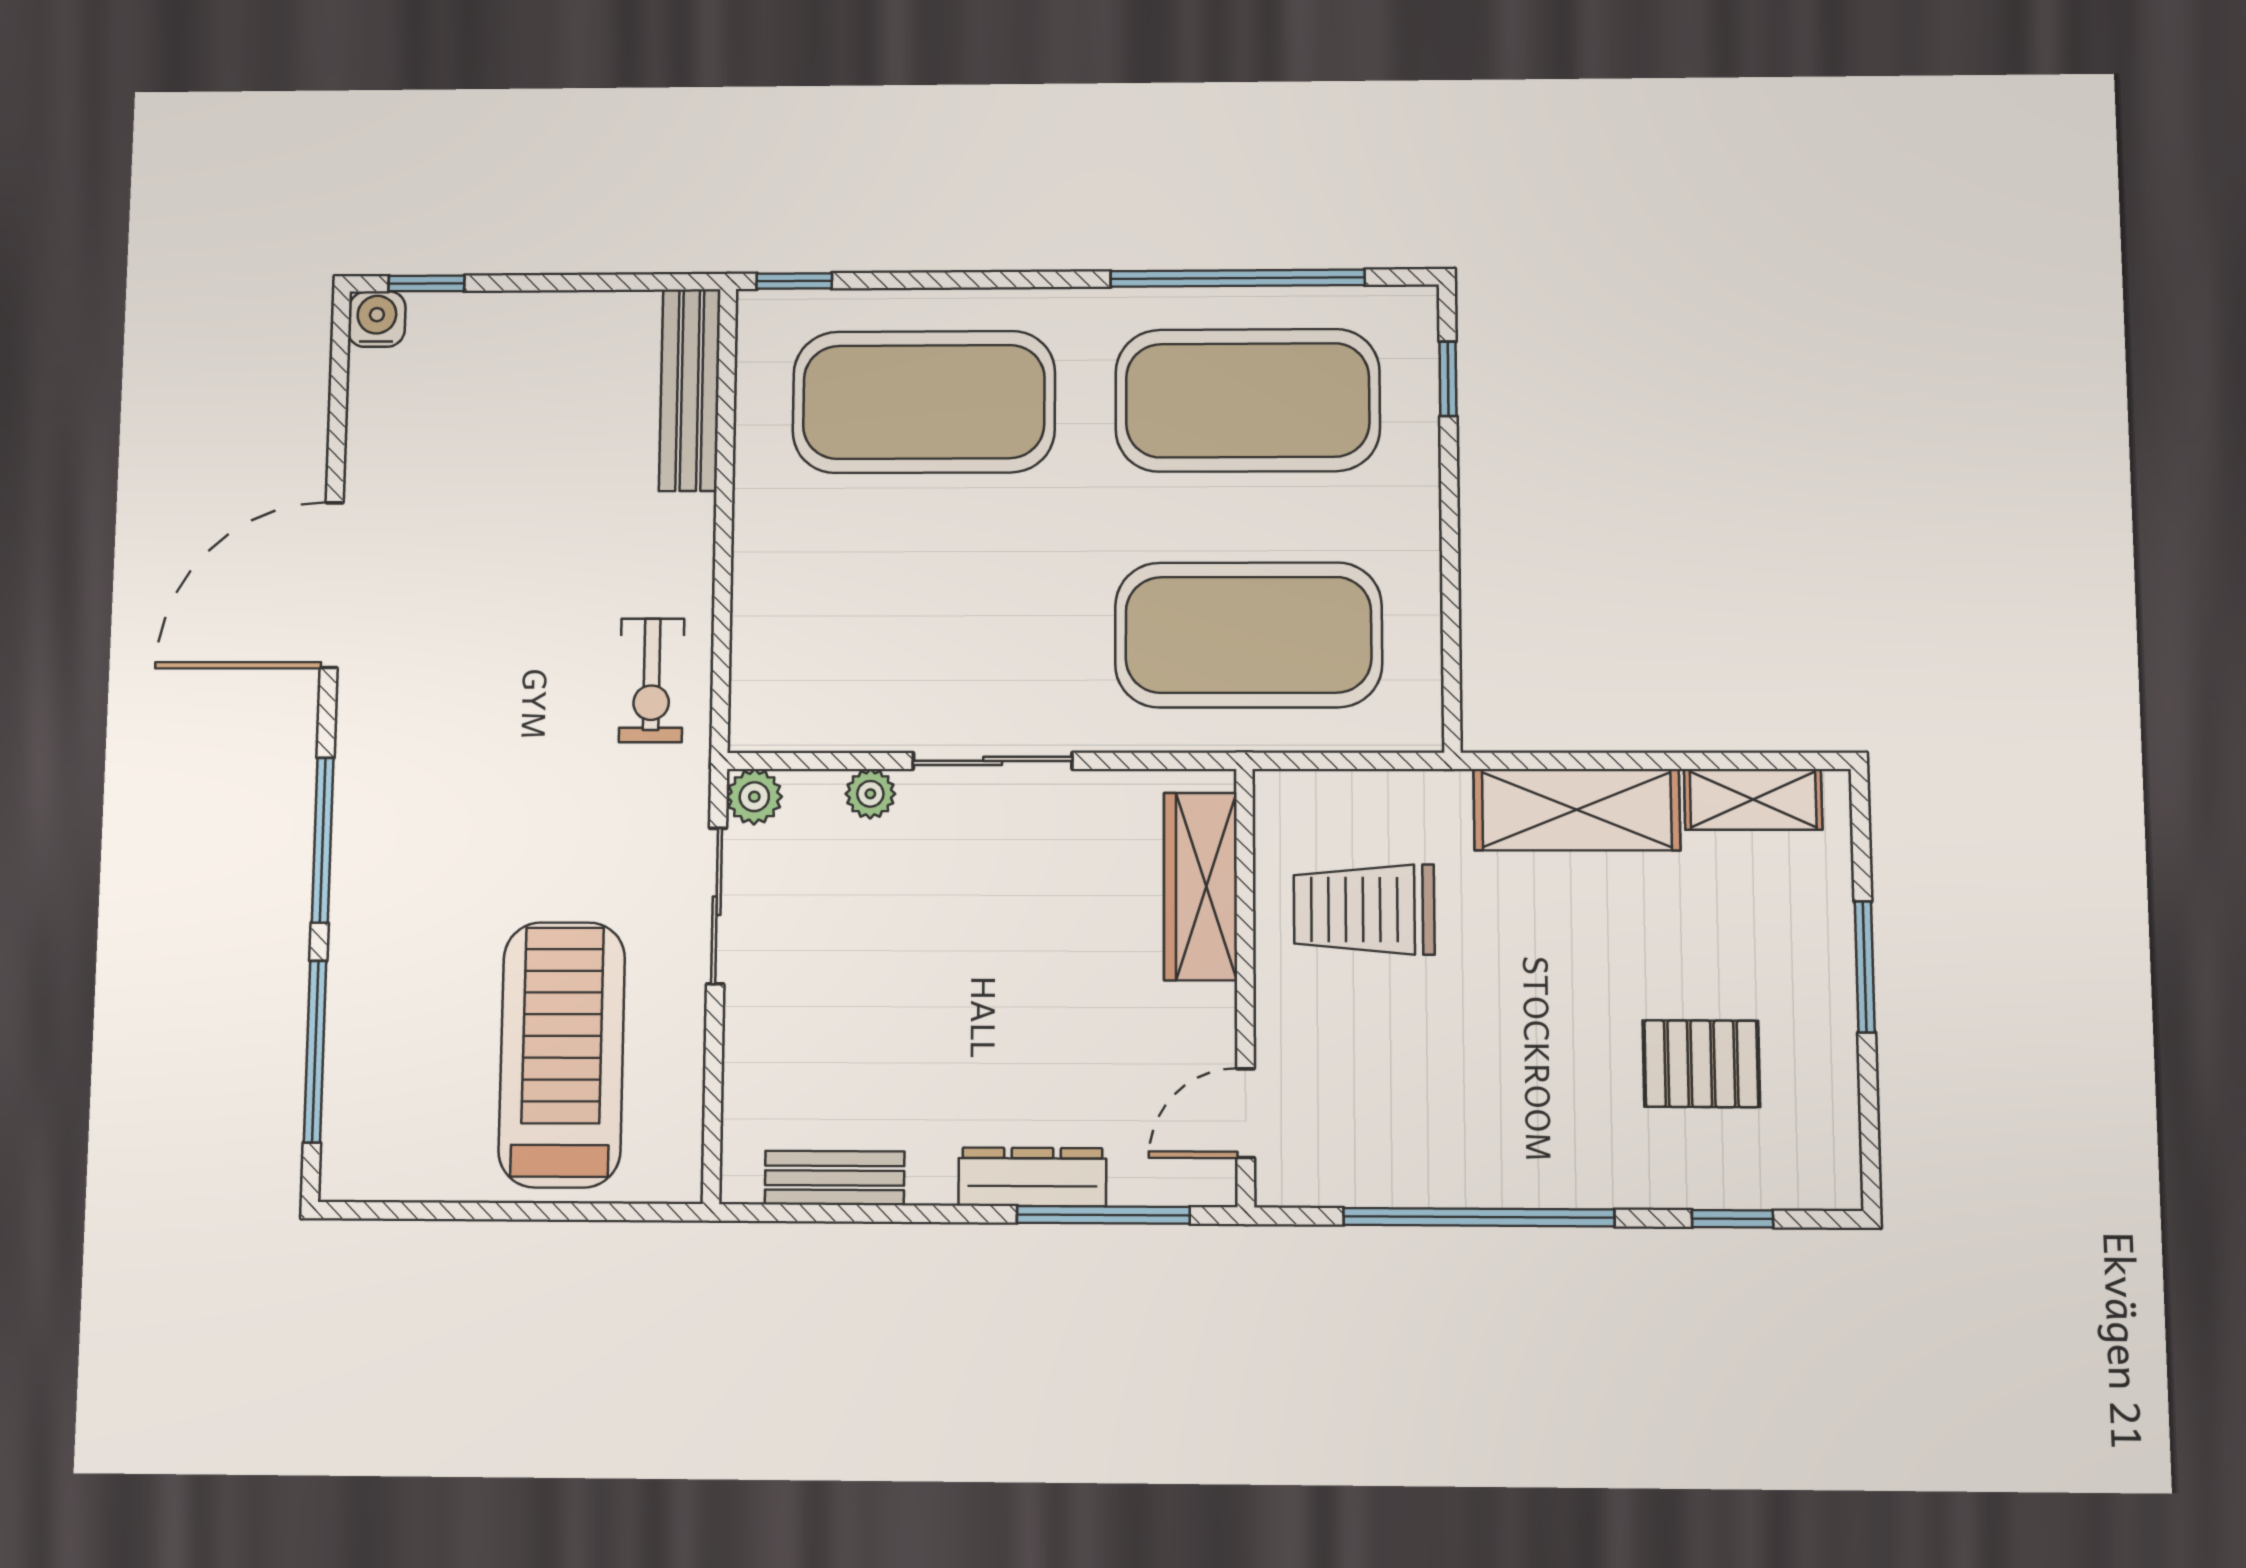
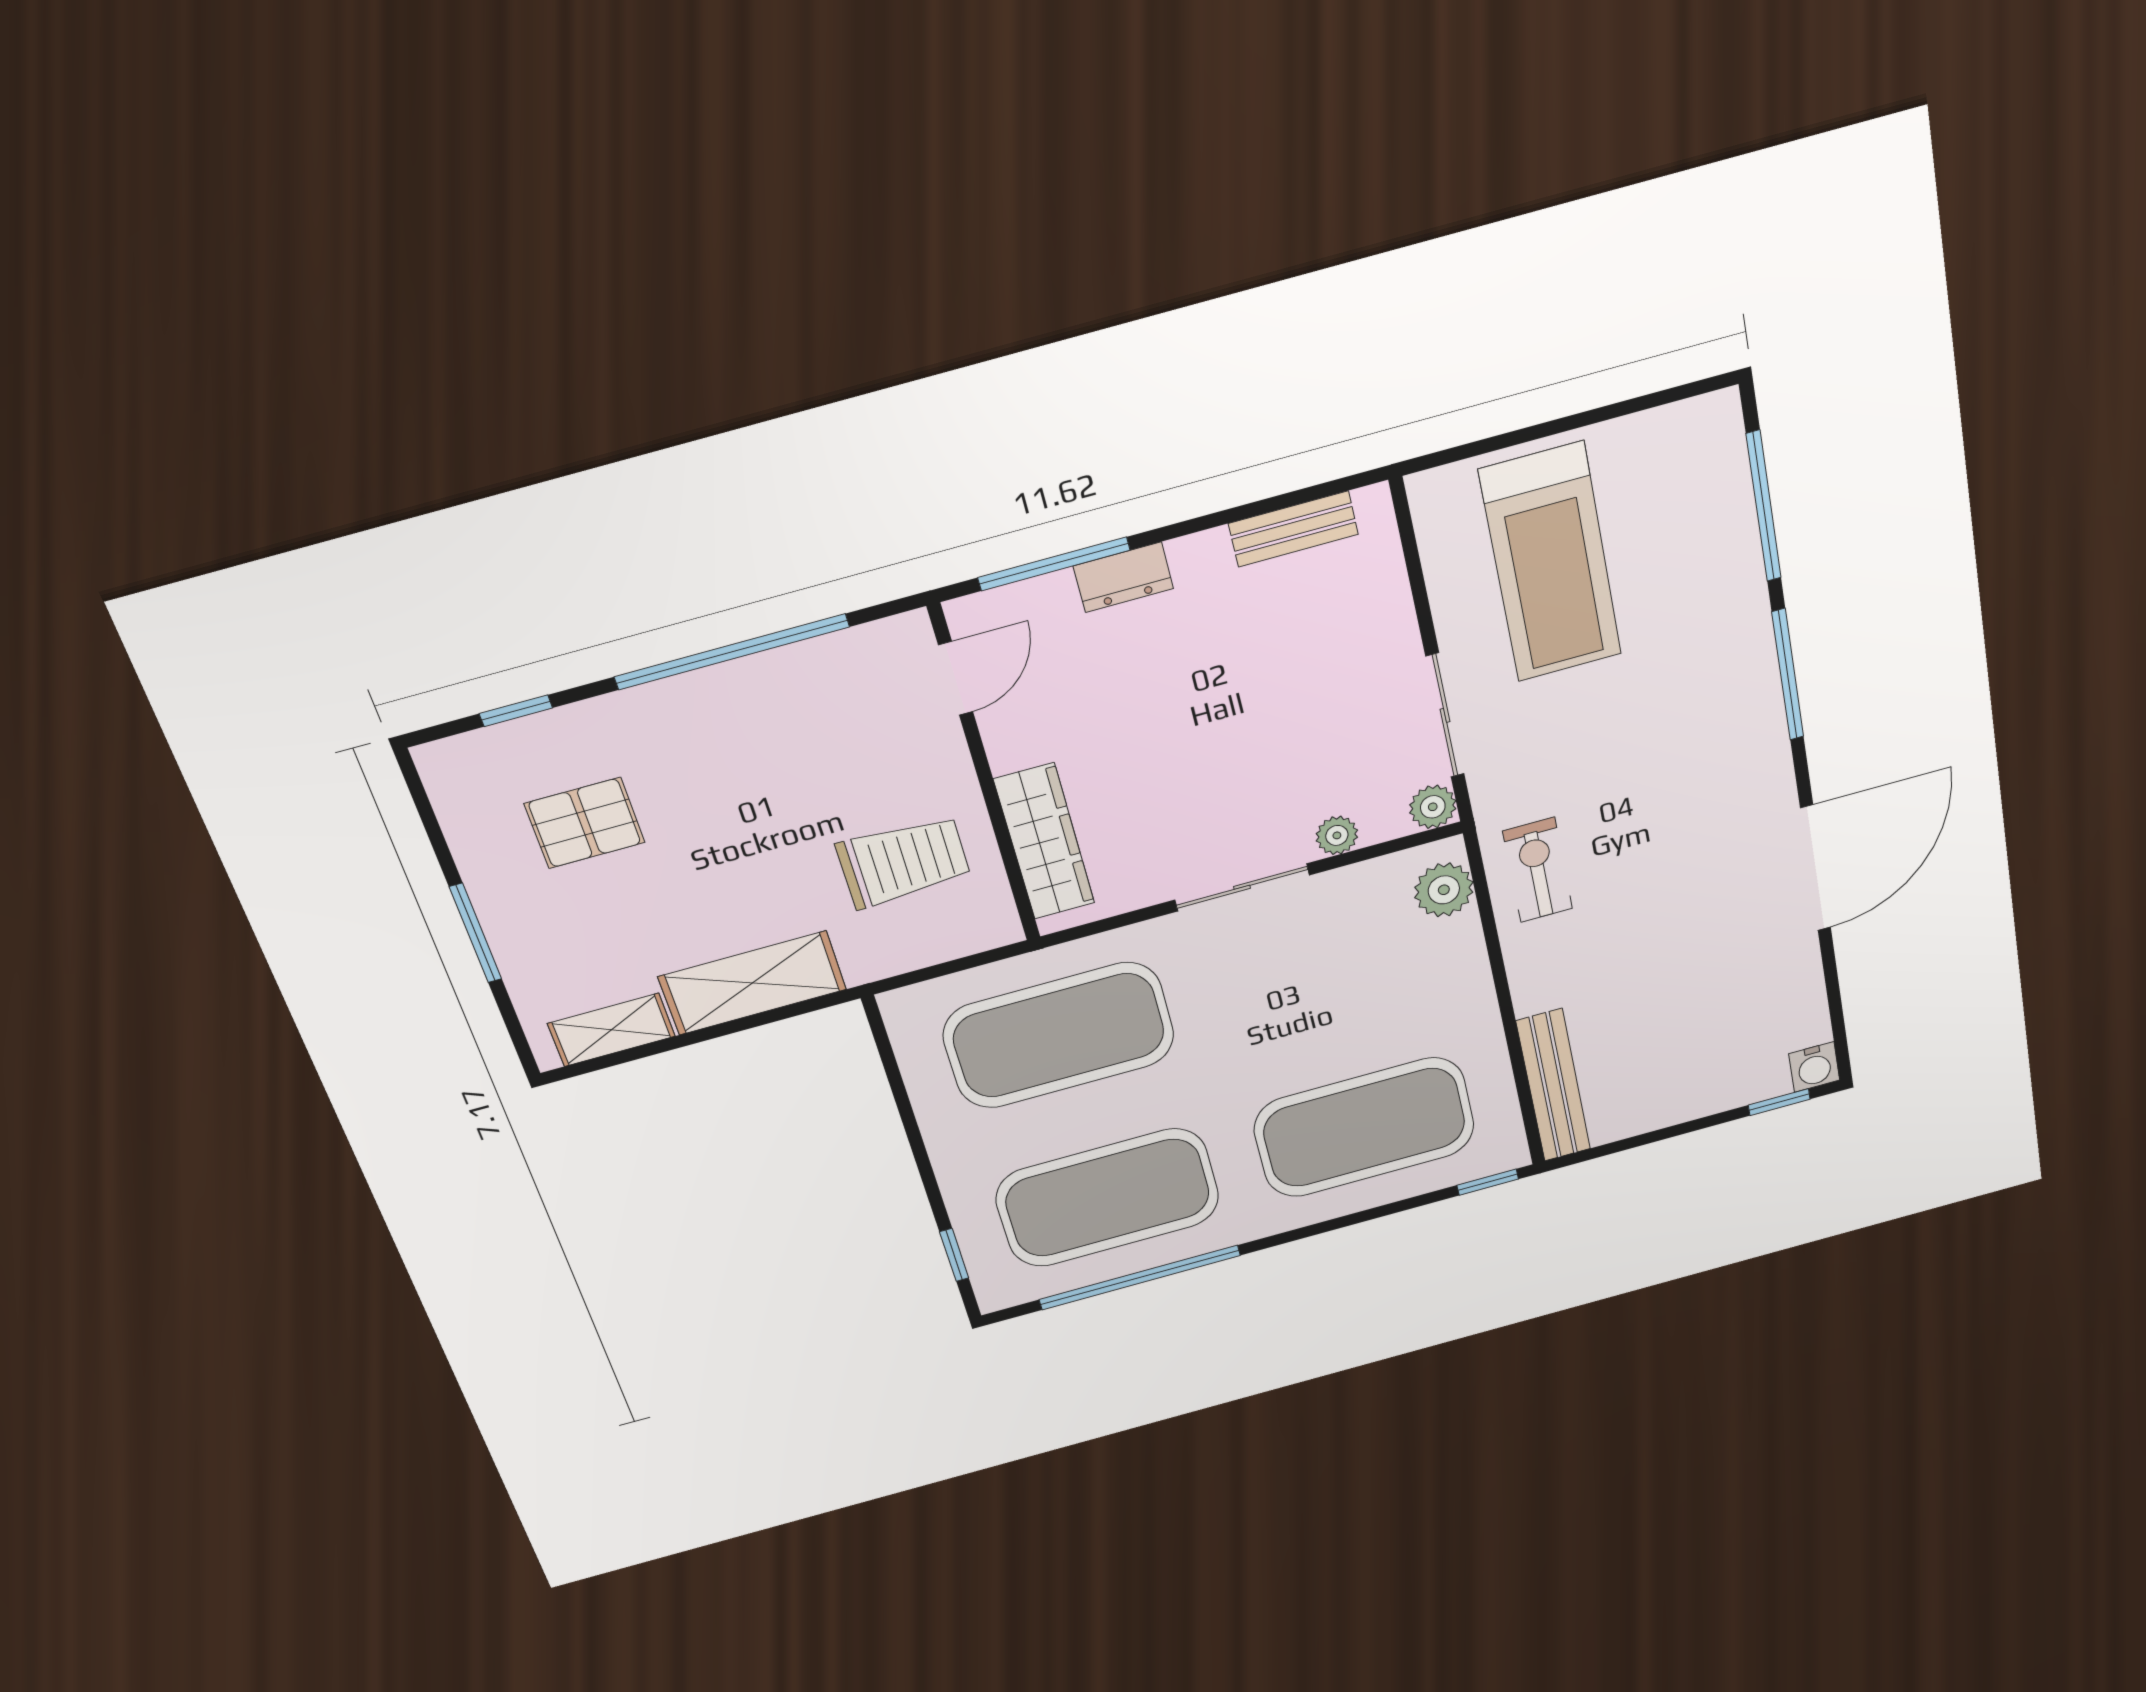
plant: (764, 688) -> (1444, 890), added
dresser: (1032, 1177) -> (1123, 577), width x0.70

